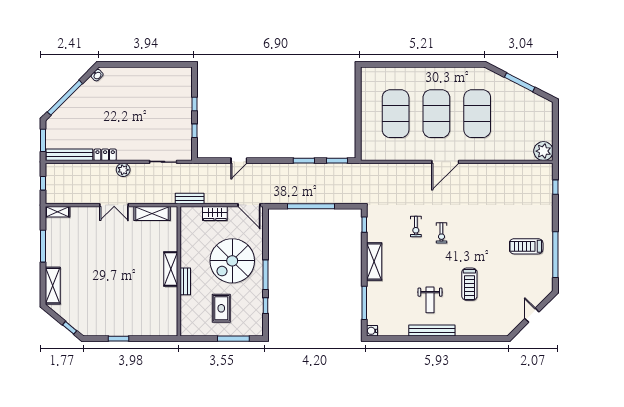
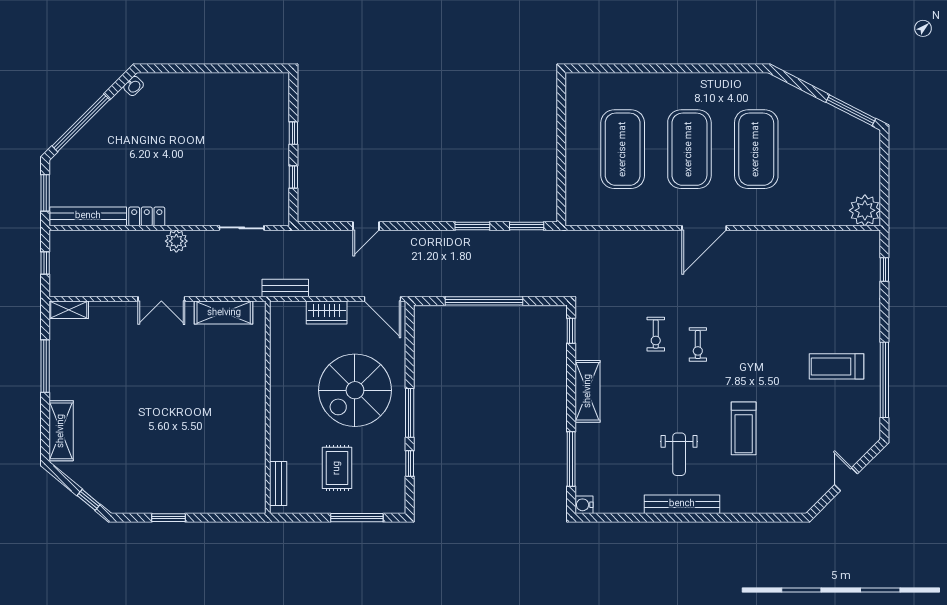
window: (520, 82) -> (851, 110), moved
shelving: (171, 269) -> (254, 404), removed
bench: (185, 281) -> (278, 483), moved

